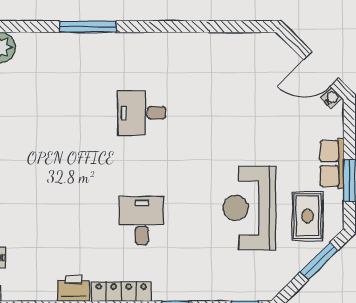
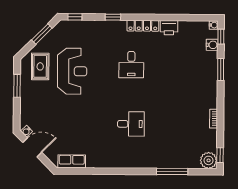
window: (88, 27) -> (172, 172), moved
row of seats: (332, 164) -> (72, 161), moved, turned -90
window: (319, 261) -> (42, 34), moved

